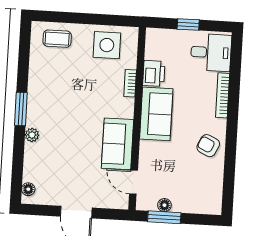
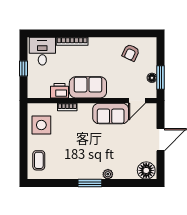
armchair: (208, 146) -> (131, 53), moved
floor lamp: (28, 189) -> (146, 170), width x1.89, depth x1.89

